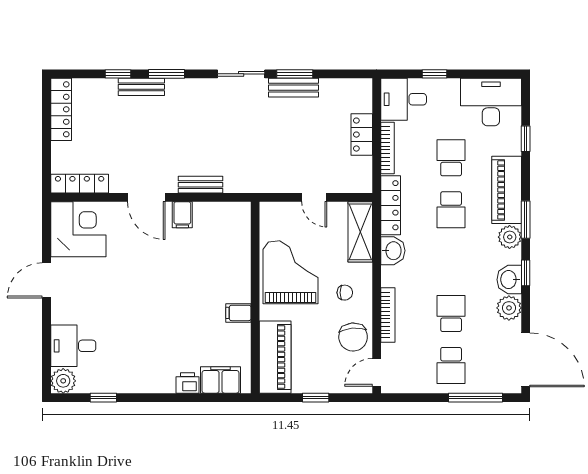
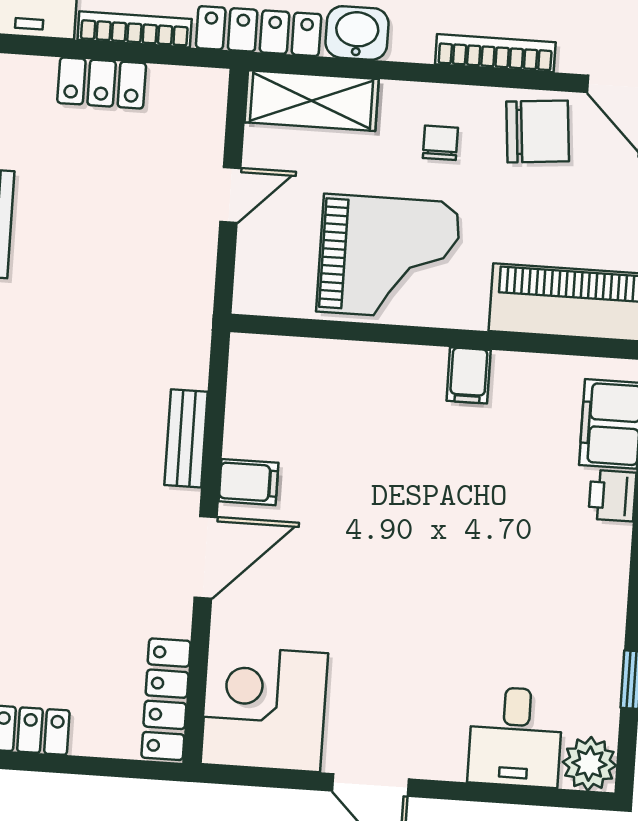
grand piano: (290, 272) -> (388, 257), turned 180

